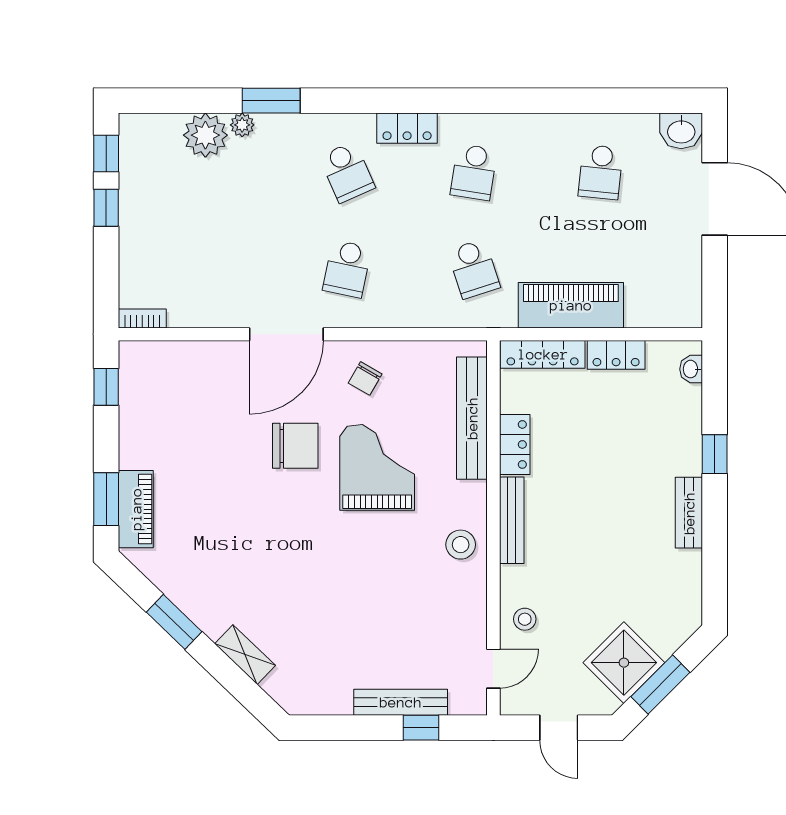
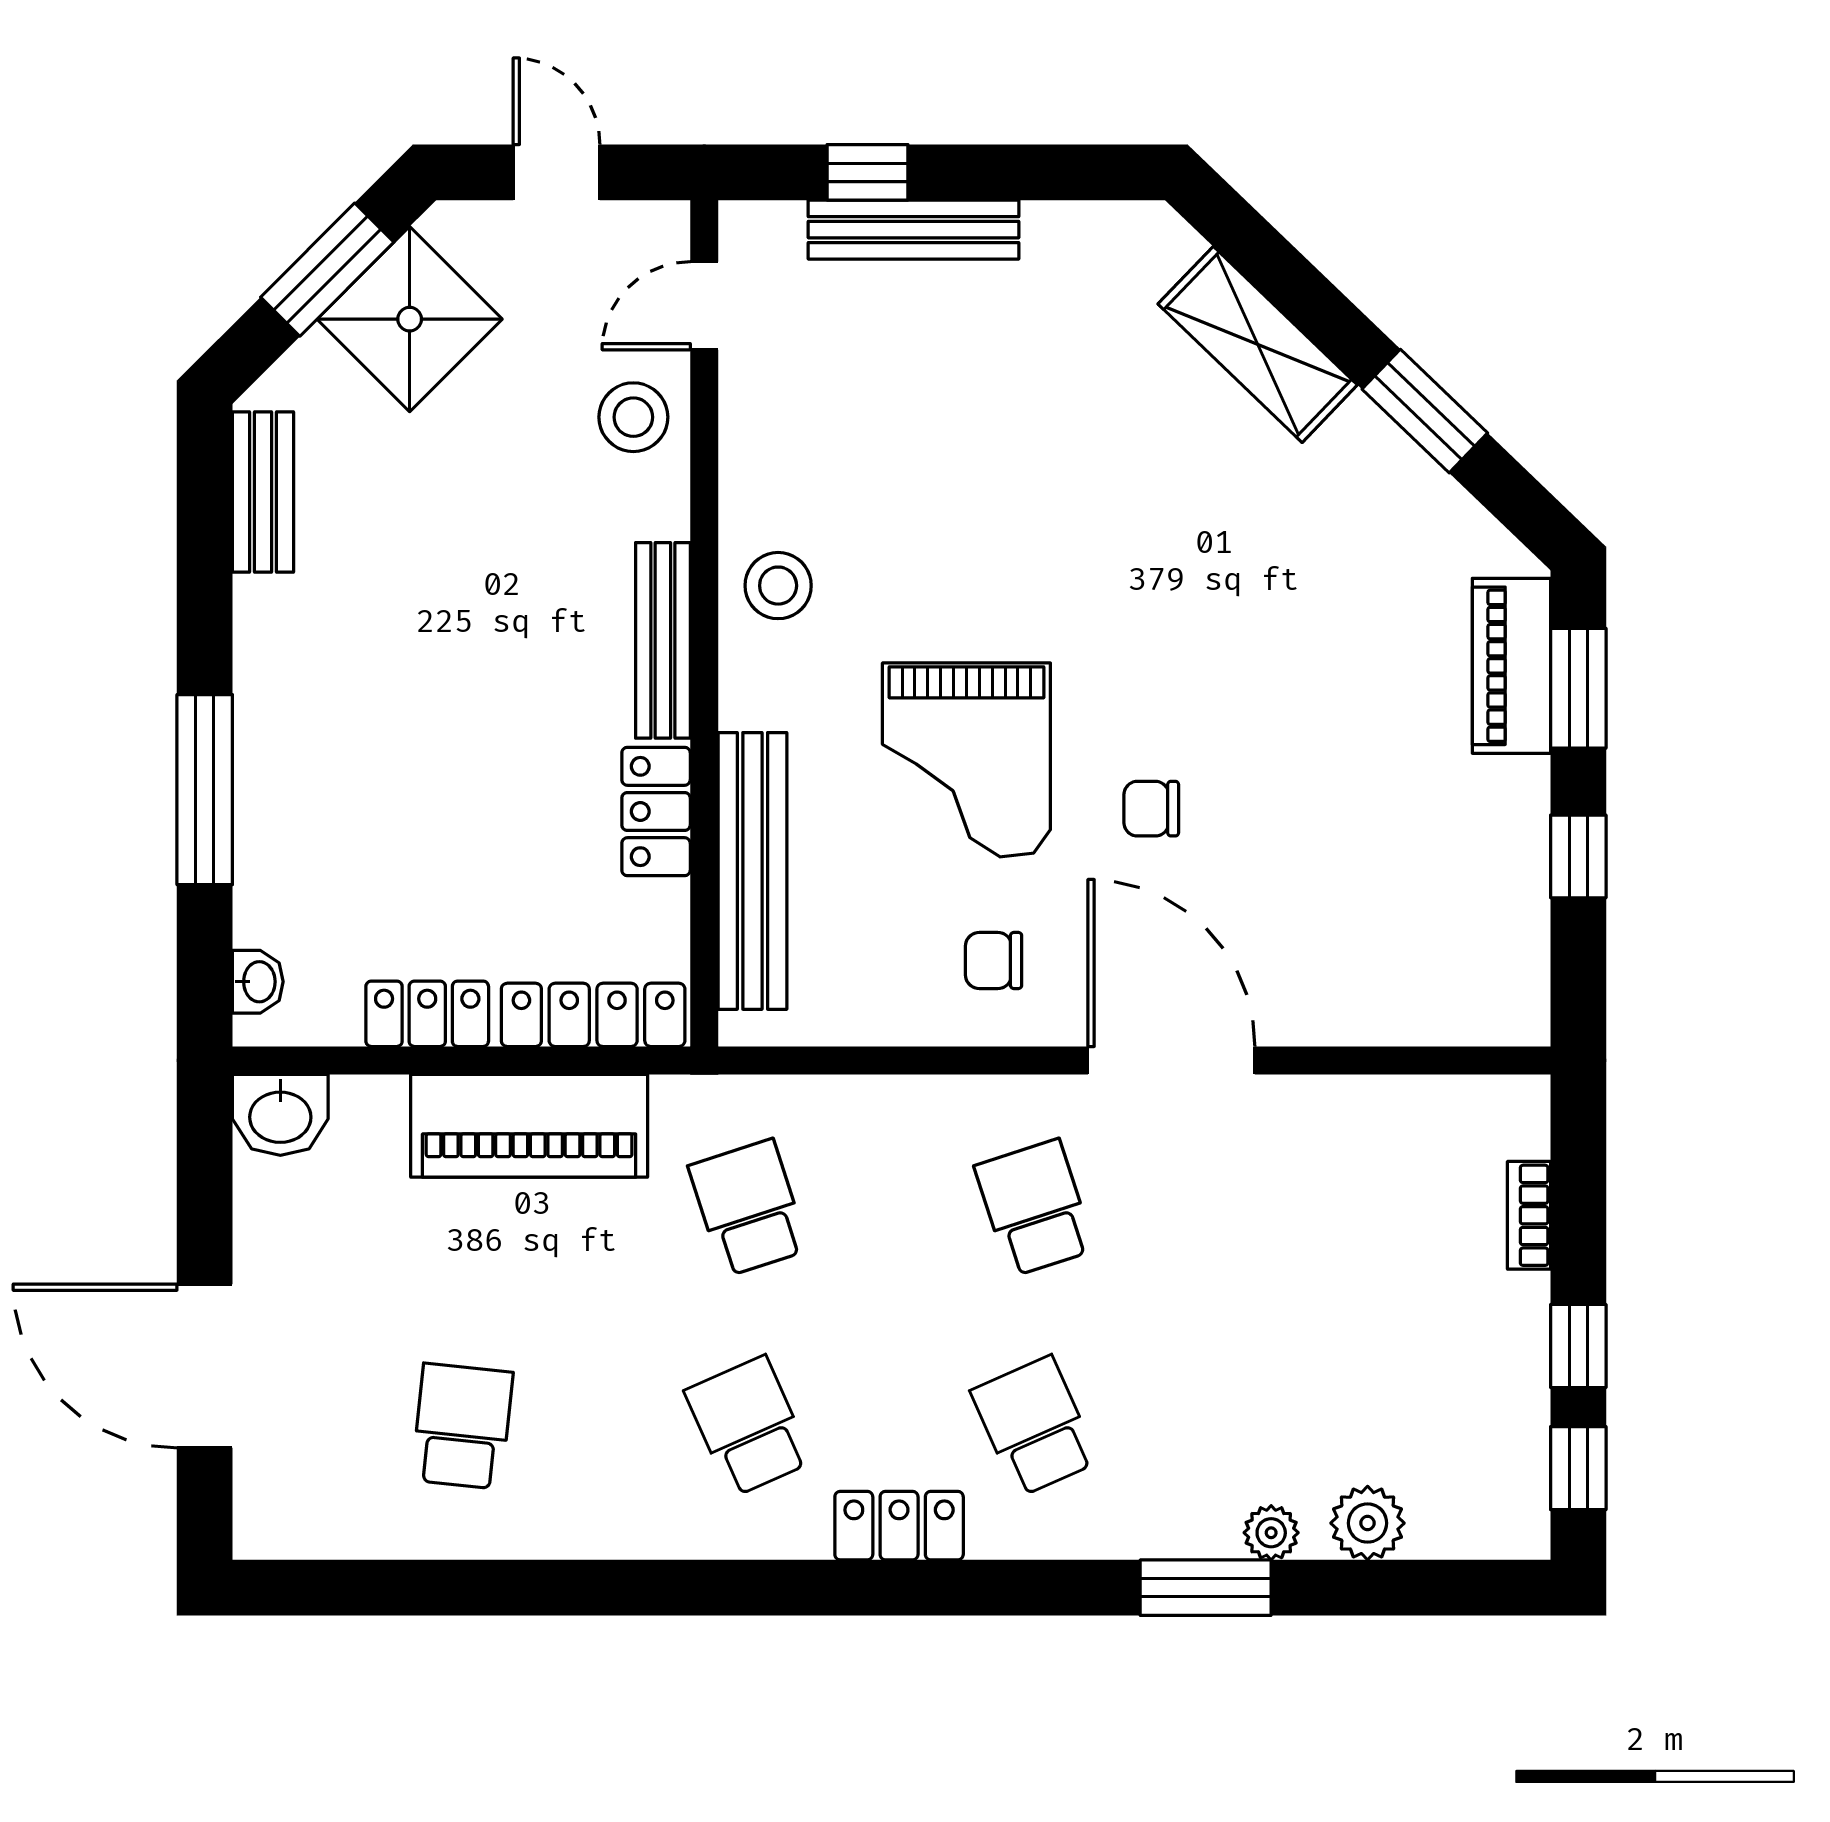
washbasin: (681, 131) -> (280, 1115), moved, turned 180
plant: (205, 135) -> (1368, 1523), width x0.73, depth x0.73
school desk: (474, 172) -> (748, 1426), turned -33
school desk: (347, 269) -> (1035, 1208), turned -30
bookcase: (142, 319) -> (1529, 1215), moved, turned 90
door: (286, 334) -> (1171, 1060), hinge flipped
chair: (365, 378) -> (994, 960), turned -120
window: (106, 387) -> (1578, 856), moved
chair: (295, 446) -> (1151, 809), width x0.54, depth x0.54
window: (715, 454) -> (205, 790), width x2.17
bench: (689, 513) -> (263, 492), moved
stool: (525, 619) -> (633, 417), width x1.37, depth x1.37
shelving: (245, 655) -> (1258, 344), width x1.50, depth x1.33

